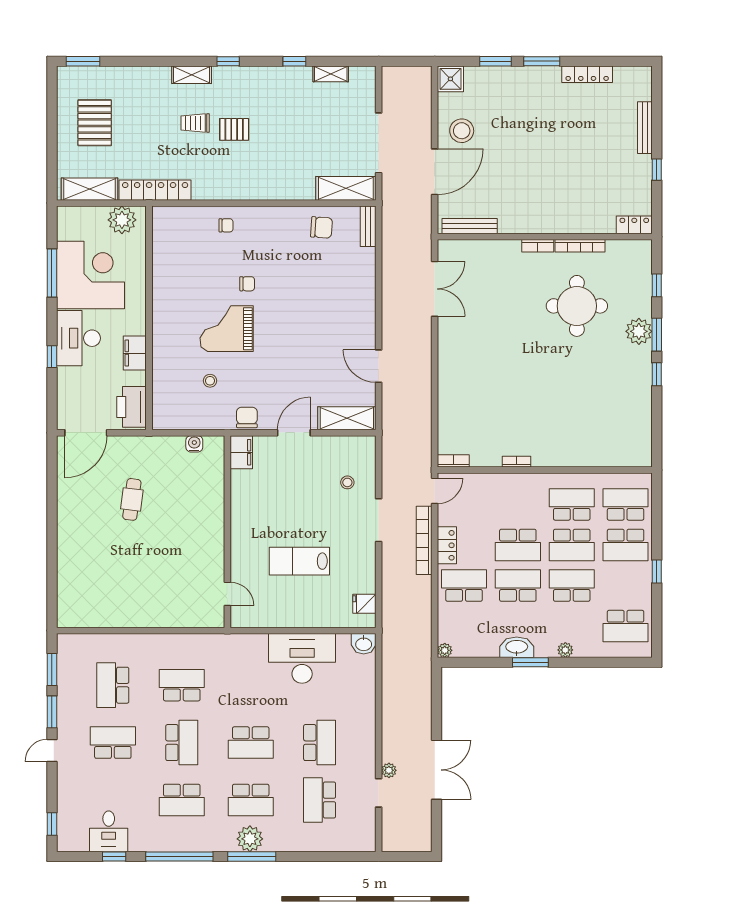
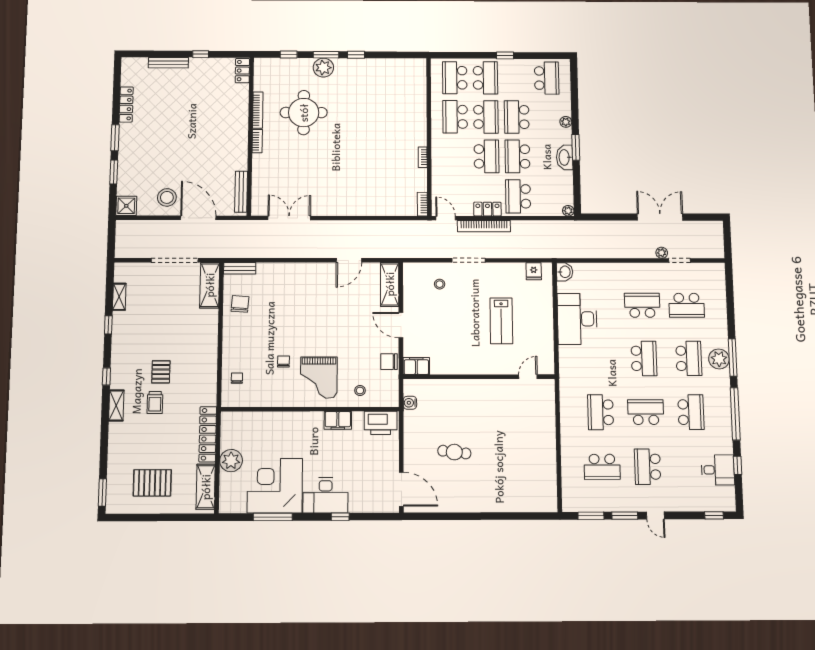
wall: (149, 318) -> (310, 409), moved
filing cabinet: (135, 353) -> (338, 420), moved
printer: (132, 407) -> (381, 423), moved

